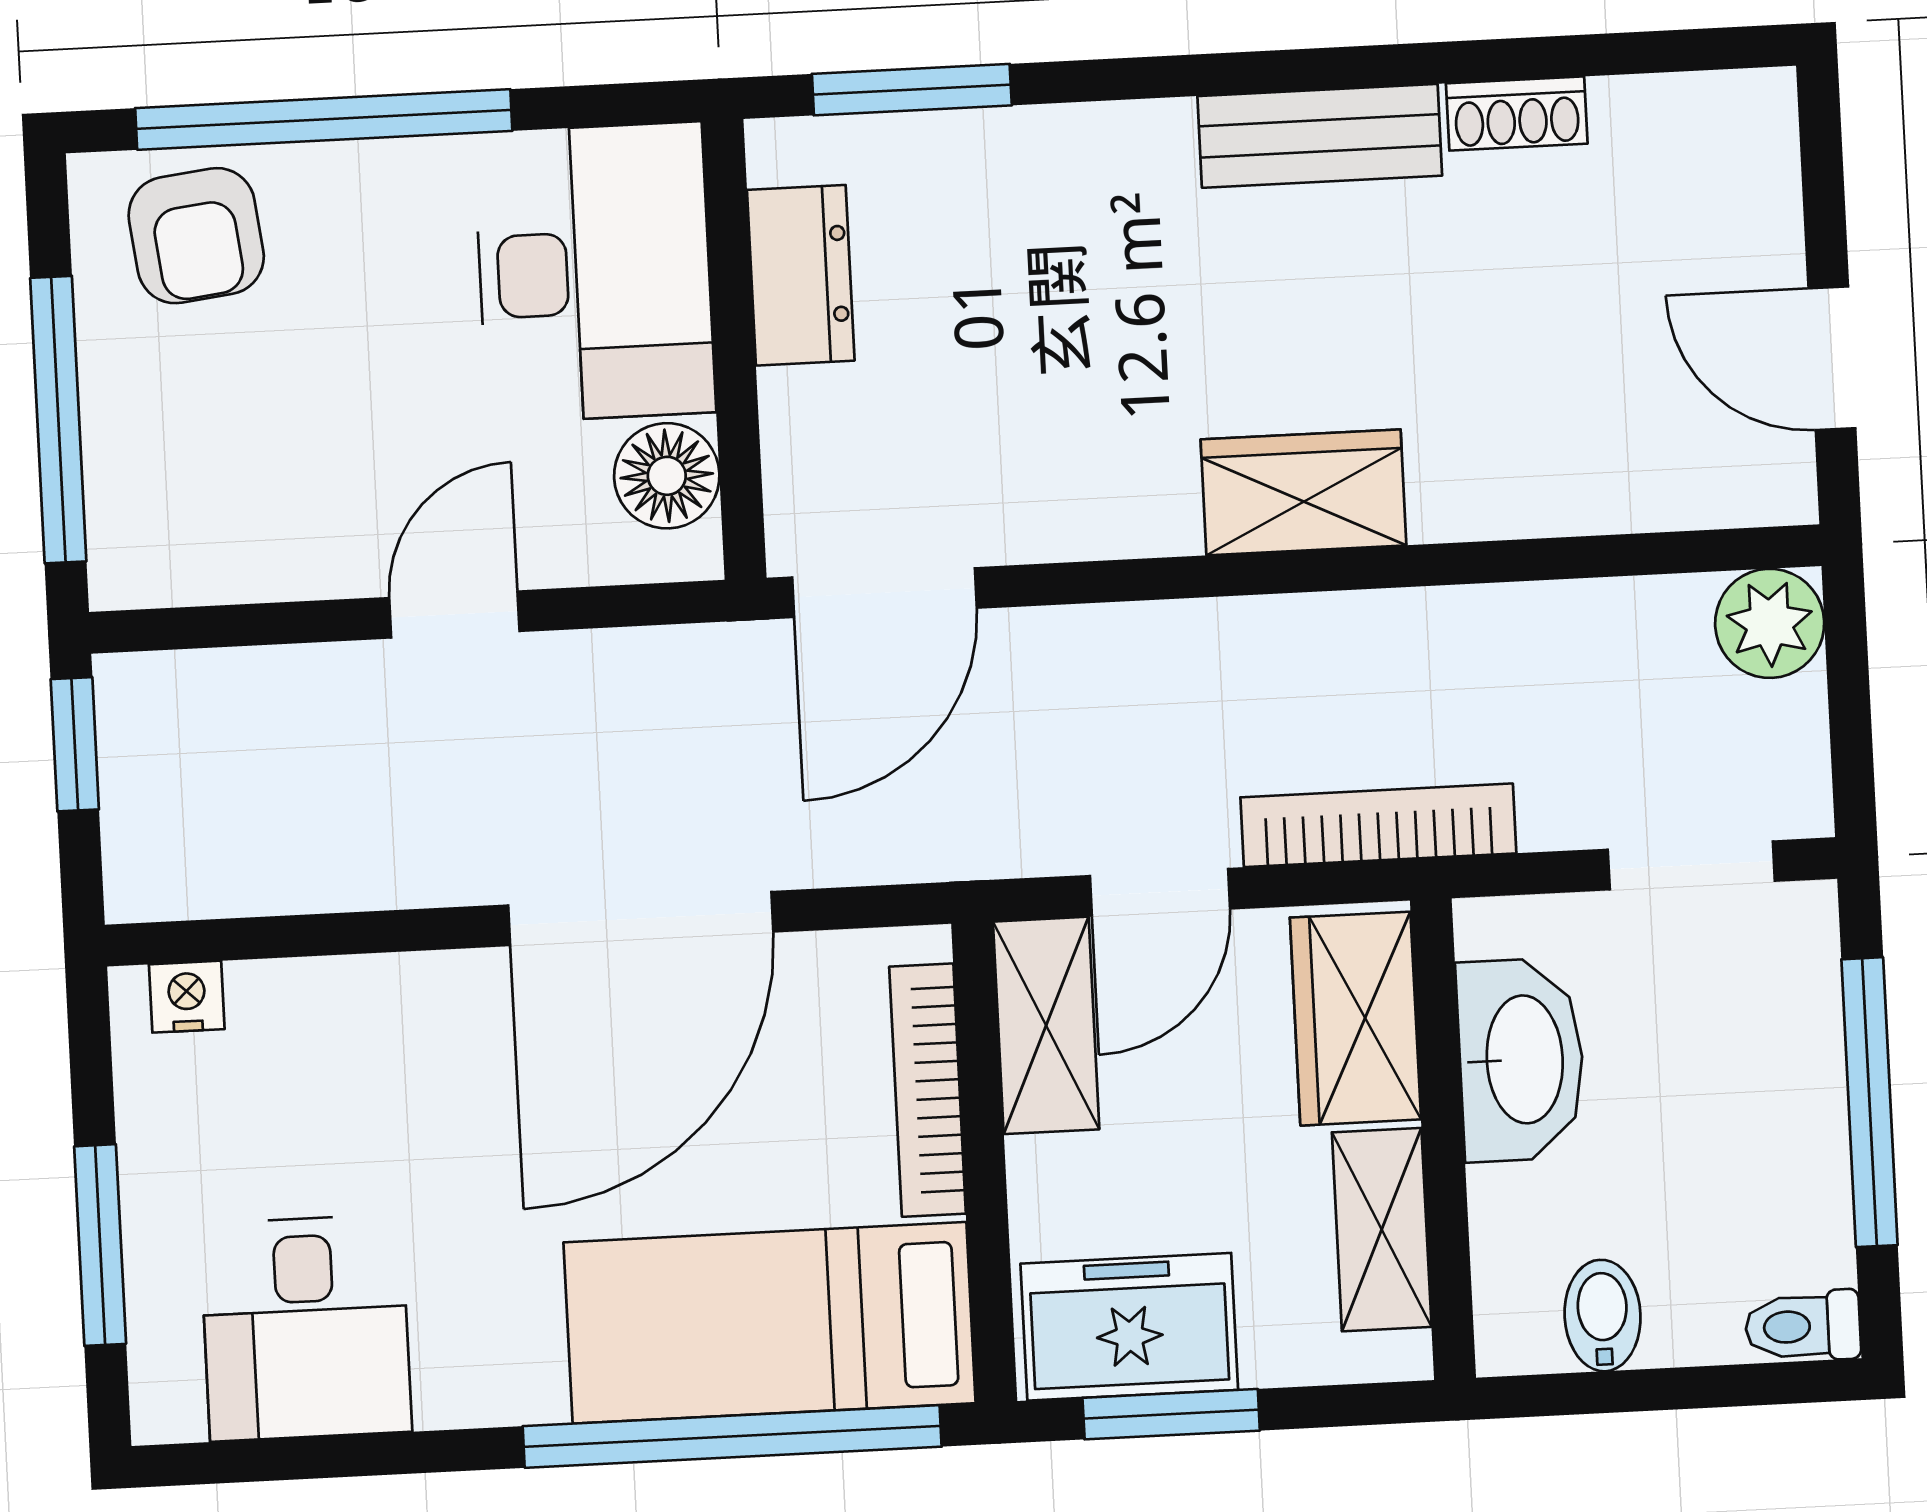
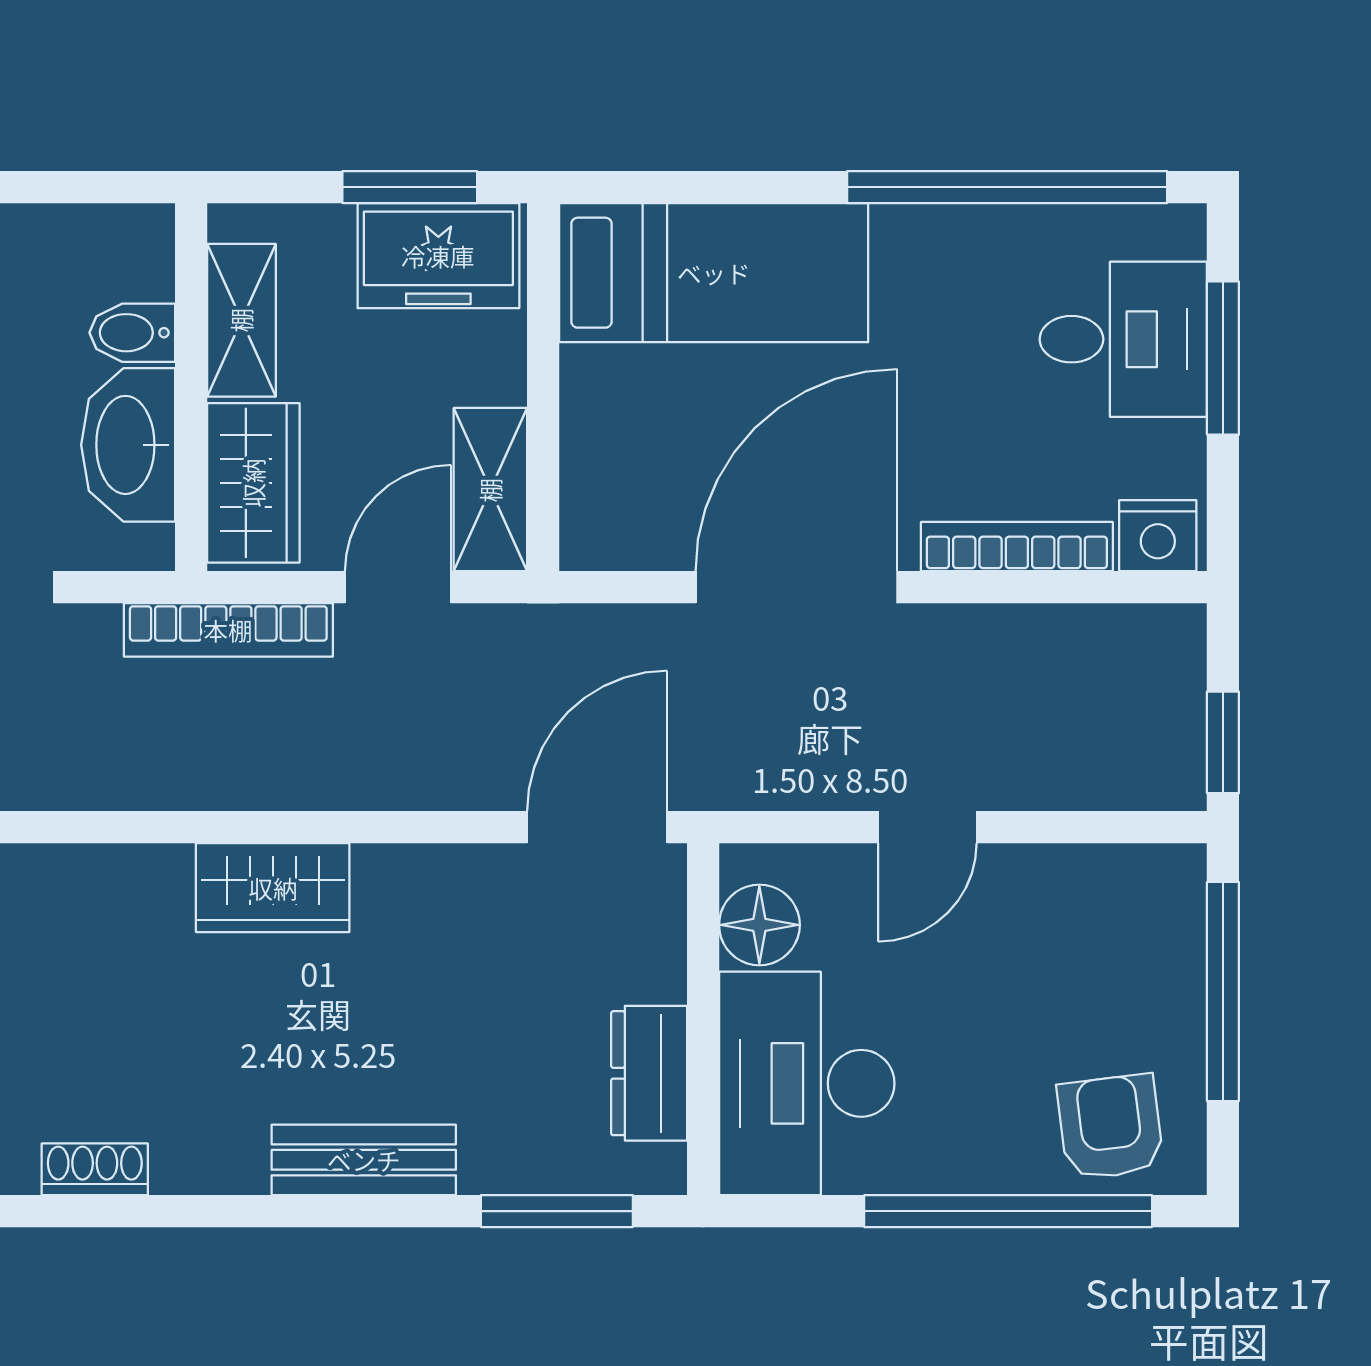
bench: (1320, 136) -> (364, 1160), moved
nightstand: (187, 997) -> (1158, 536), width x1.39, depth x1.35
bookcase: (928, 1090) -> (1017, 547), moved, turned -90
bidet: (1603, 1316) -> (132, 333), moved, turned 90
desk: (306, 1328) -> (1123, 339), moved, turned 90
window: (732, 1436) -> (1007, 187), moved

